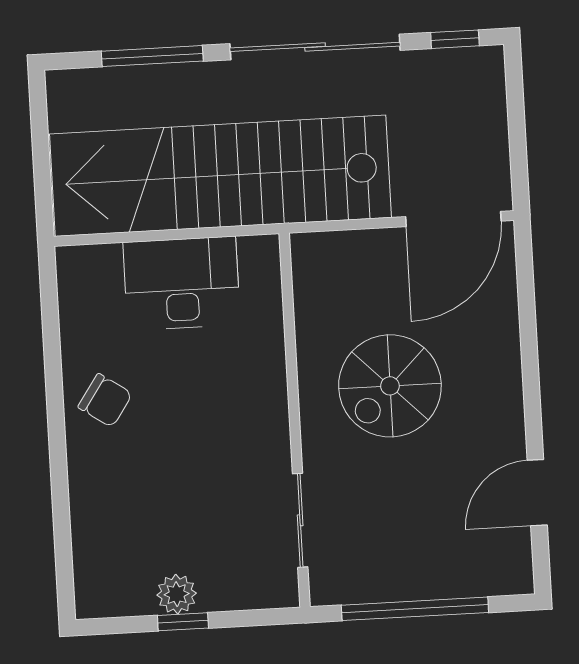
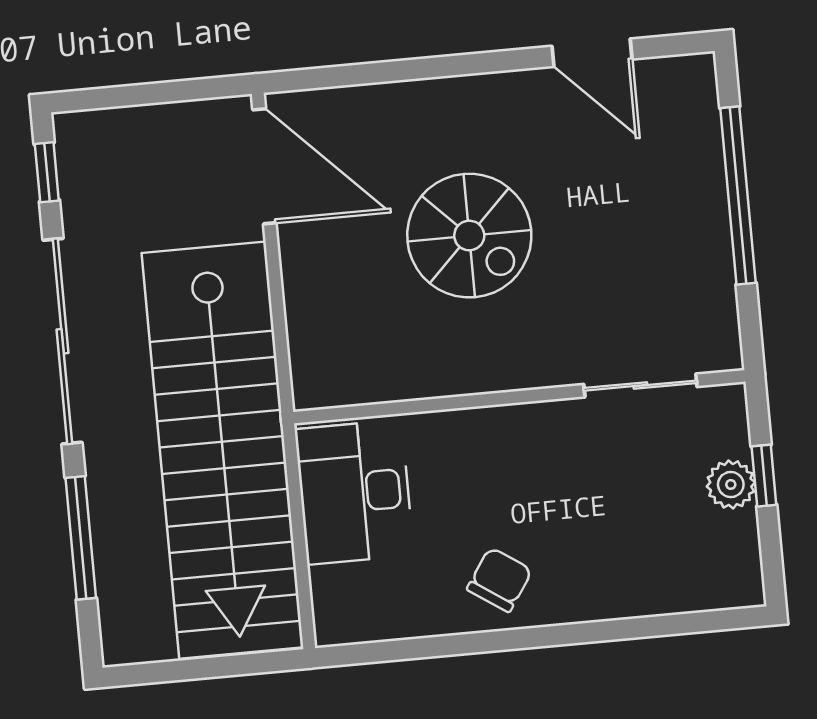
wall: (295, 420) -> (519, 397), moved
sliding door: (300, 520) -> (640, 386), moved

